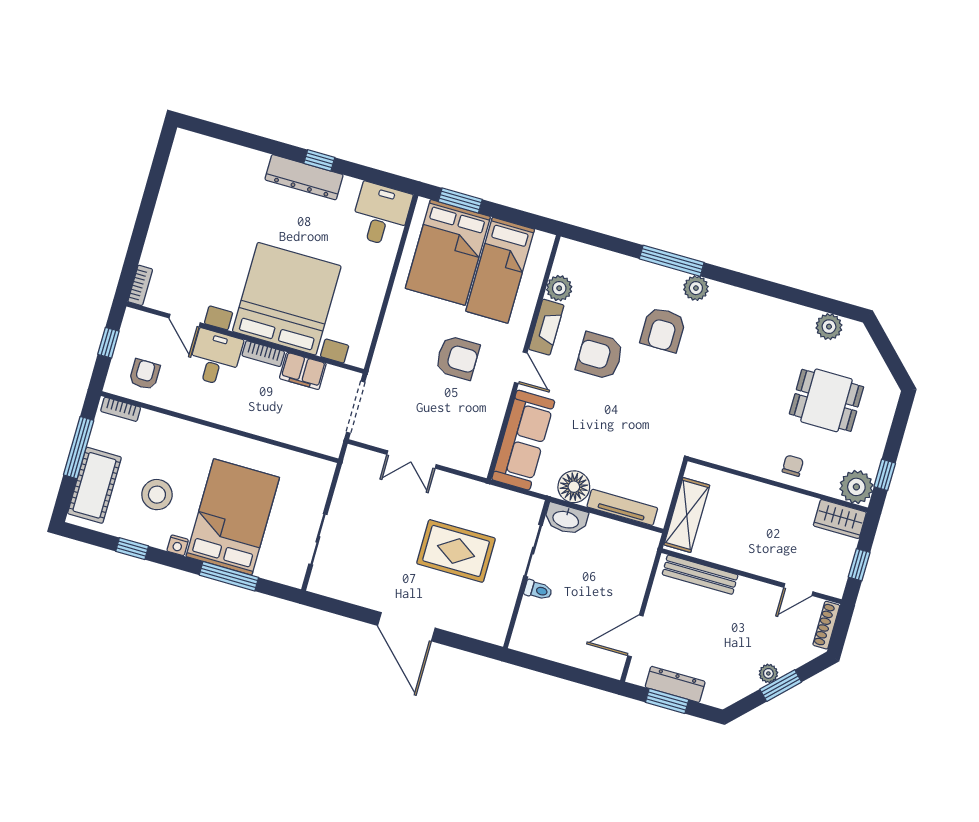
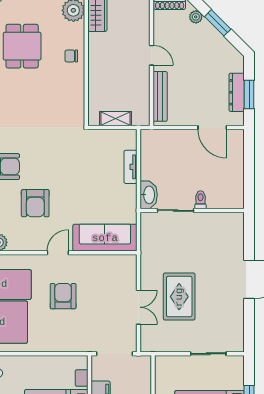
fireplace: (546, 327) -> (26, 244), removed
floor lamp: (574, 487) -> (126, 196), removed
tv unit: (622, 507) -> (130, 167), width x0.71
shelving: (687, 515) -> (115, 119), width x0.67, depth x0.75
rug: (456, 551) -> (179, 297), moved
door: (798, 590) -> (151, 55), moved
plant: (768, 673) -> (196, 17), moved

